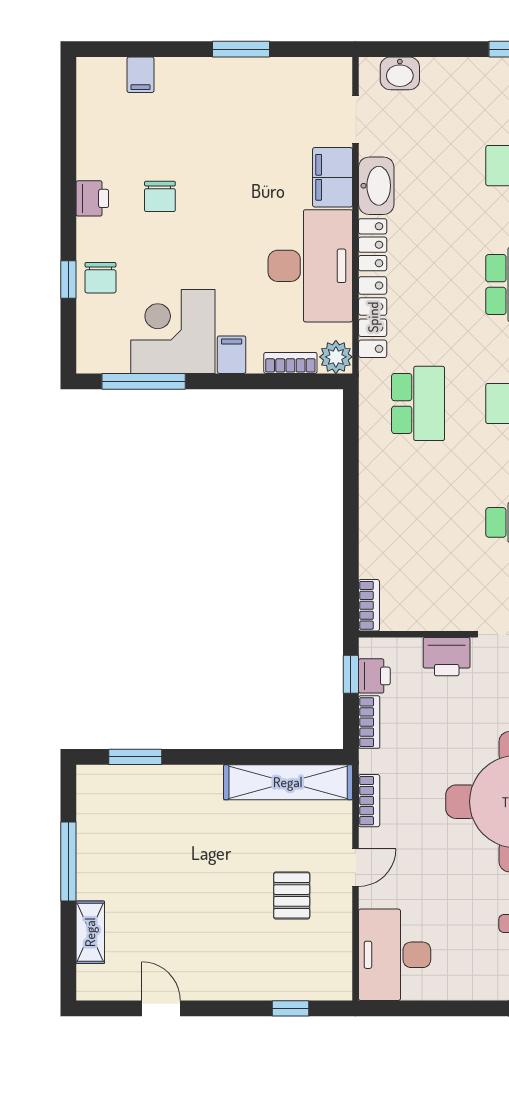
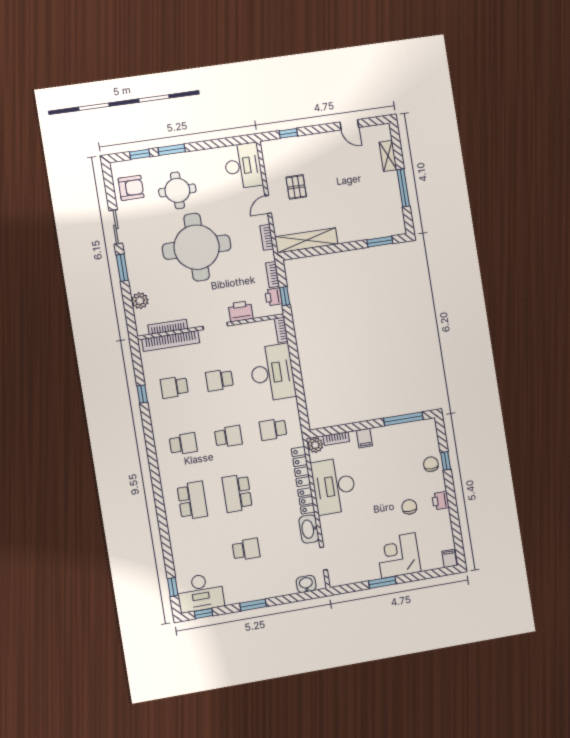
filing cabinet: (141, 75) -> (449, 558), moved
filing cabinet: (333, 177) -> (330, 529), removed
corner desk: (173, 331) -> (398, 556), moved, turned 180
school desk: (418, 403) -> (273, 429), width x0.54
desk: (401, 520) -> (272, 373), added

